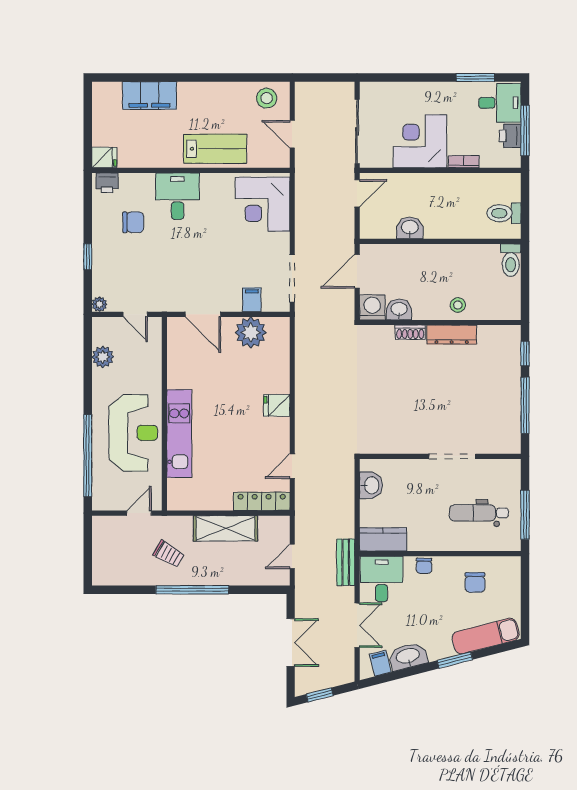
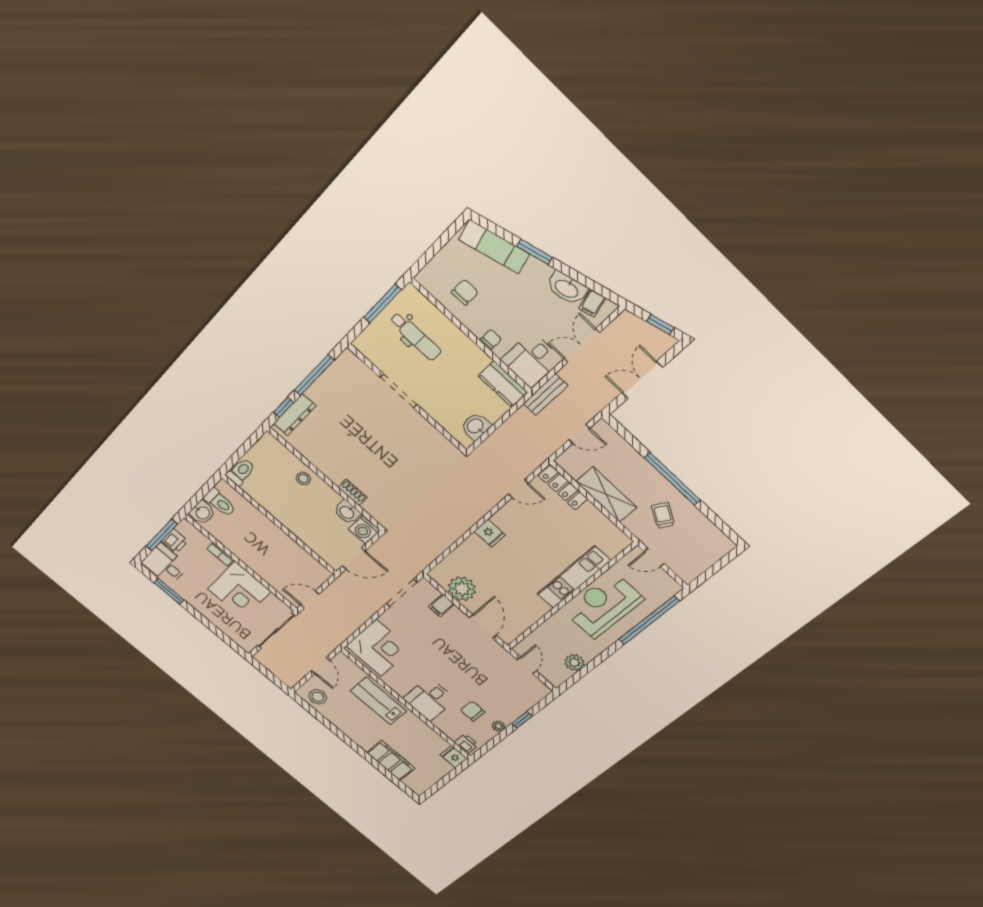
washbasin: (410, 228) -> (202, 513), moved, turned -90
plant: (99, 304) -> (498, 726), moved
dresser: (452, 335) -> (295, 415), moved, turned 90

